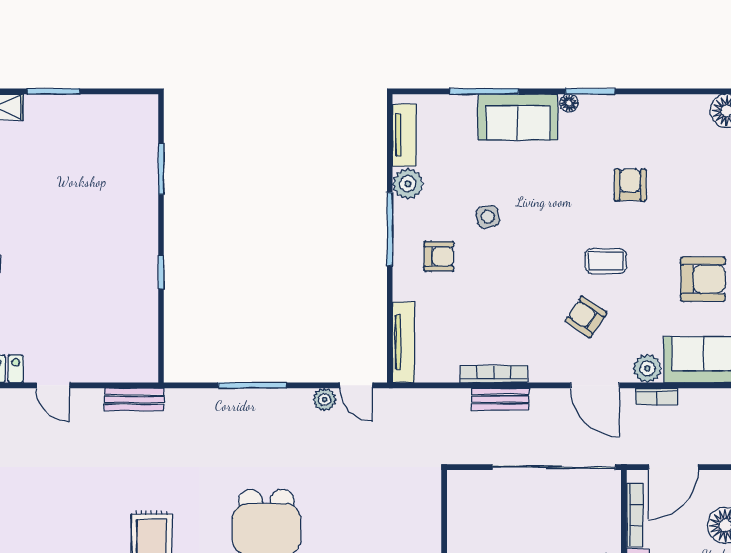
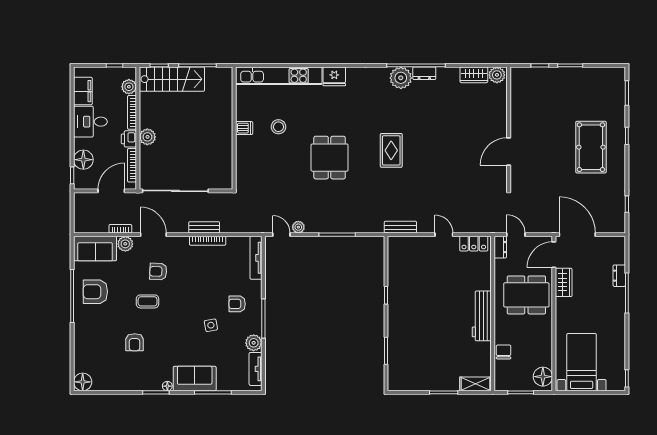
armchair: (586, 317) -> (158, 271), turned 149

